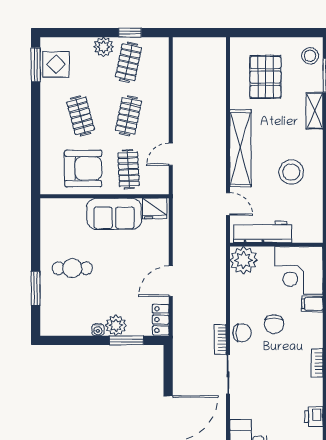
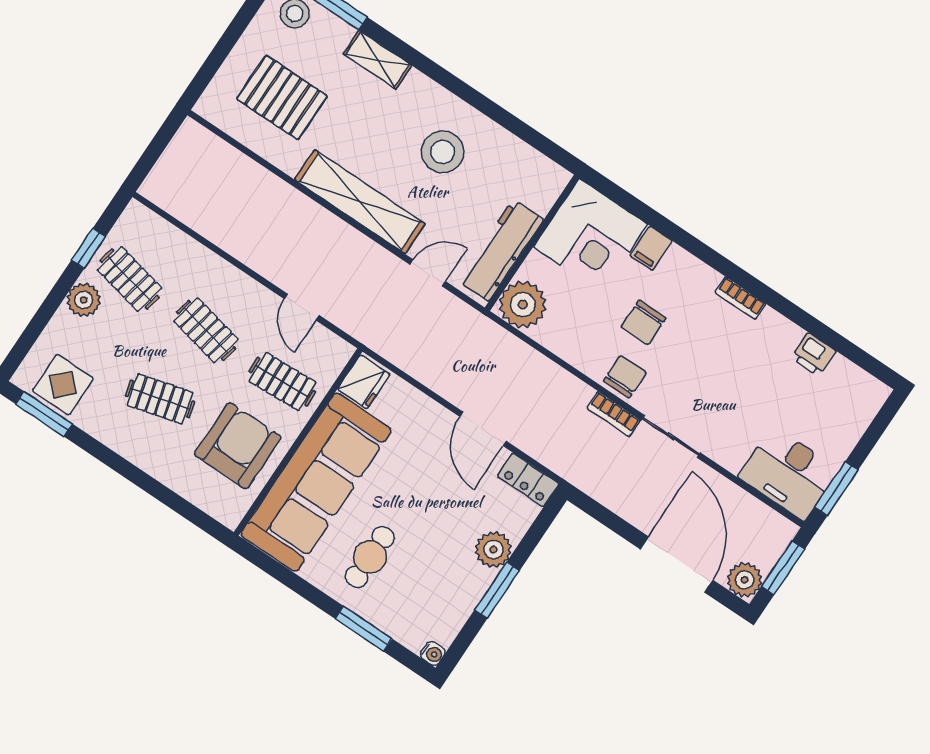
sofa: (114, 214) -> (316, 482), width x1.85, depth x1.27
chair: (274, 324) -> (643, 322), turned 90
water cooler: (98, 330) -> (433, 654), moved
window: (127, 340) -> (497, 590), moved

